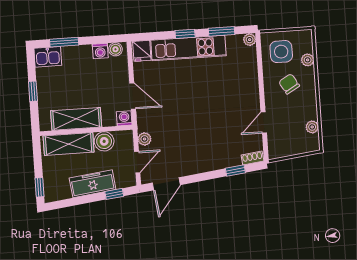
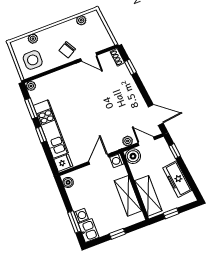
washing machine: (100, 51) -> (81, 215), moved
chair: (289, 84) -> (67, 50), moved
boiler: (104, 141) -> (133, 156), moved
freezer: (93, 184) -> (177, 179), moved
window: (39, 187) -> (171, 213), moved

